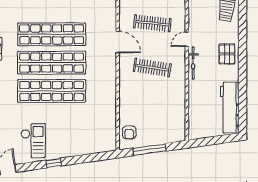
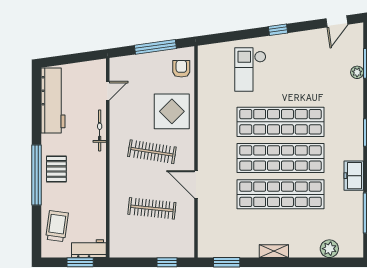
door: (187, 39) -> (108, 91), moved
window: (243, 49) -> (36, 175), added
bicycle: (193, 63) -> (100, 130), moved
display table: (137, 99) -> (172, 111), added
checkout: (33, 141) -> (250, 69), moved

